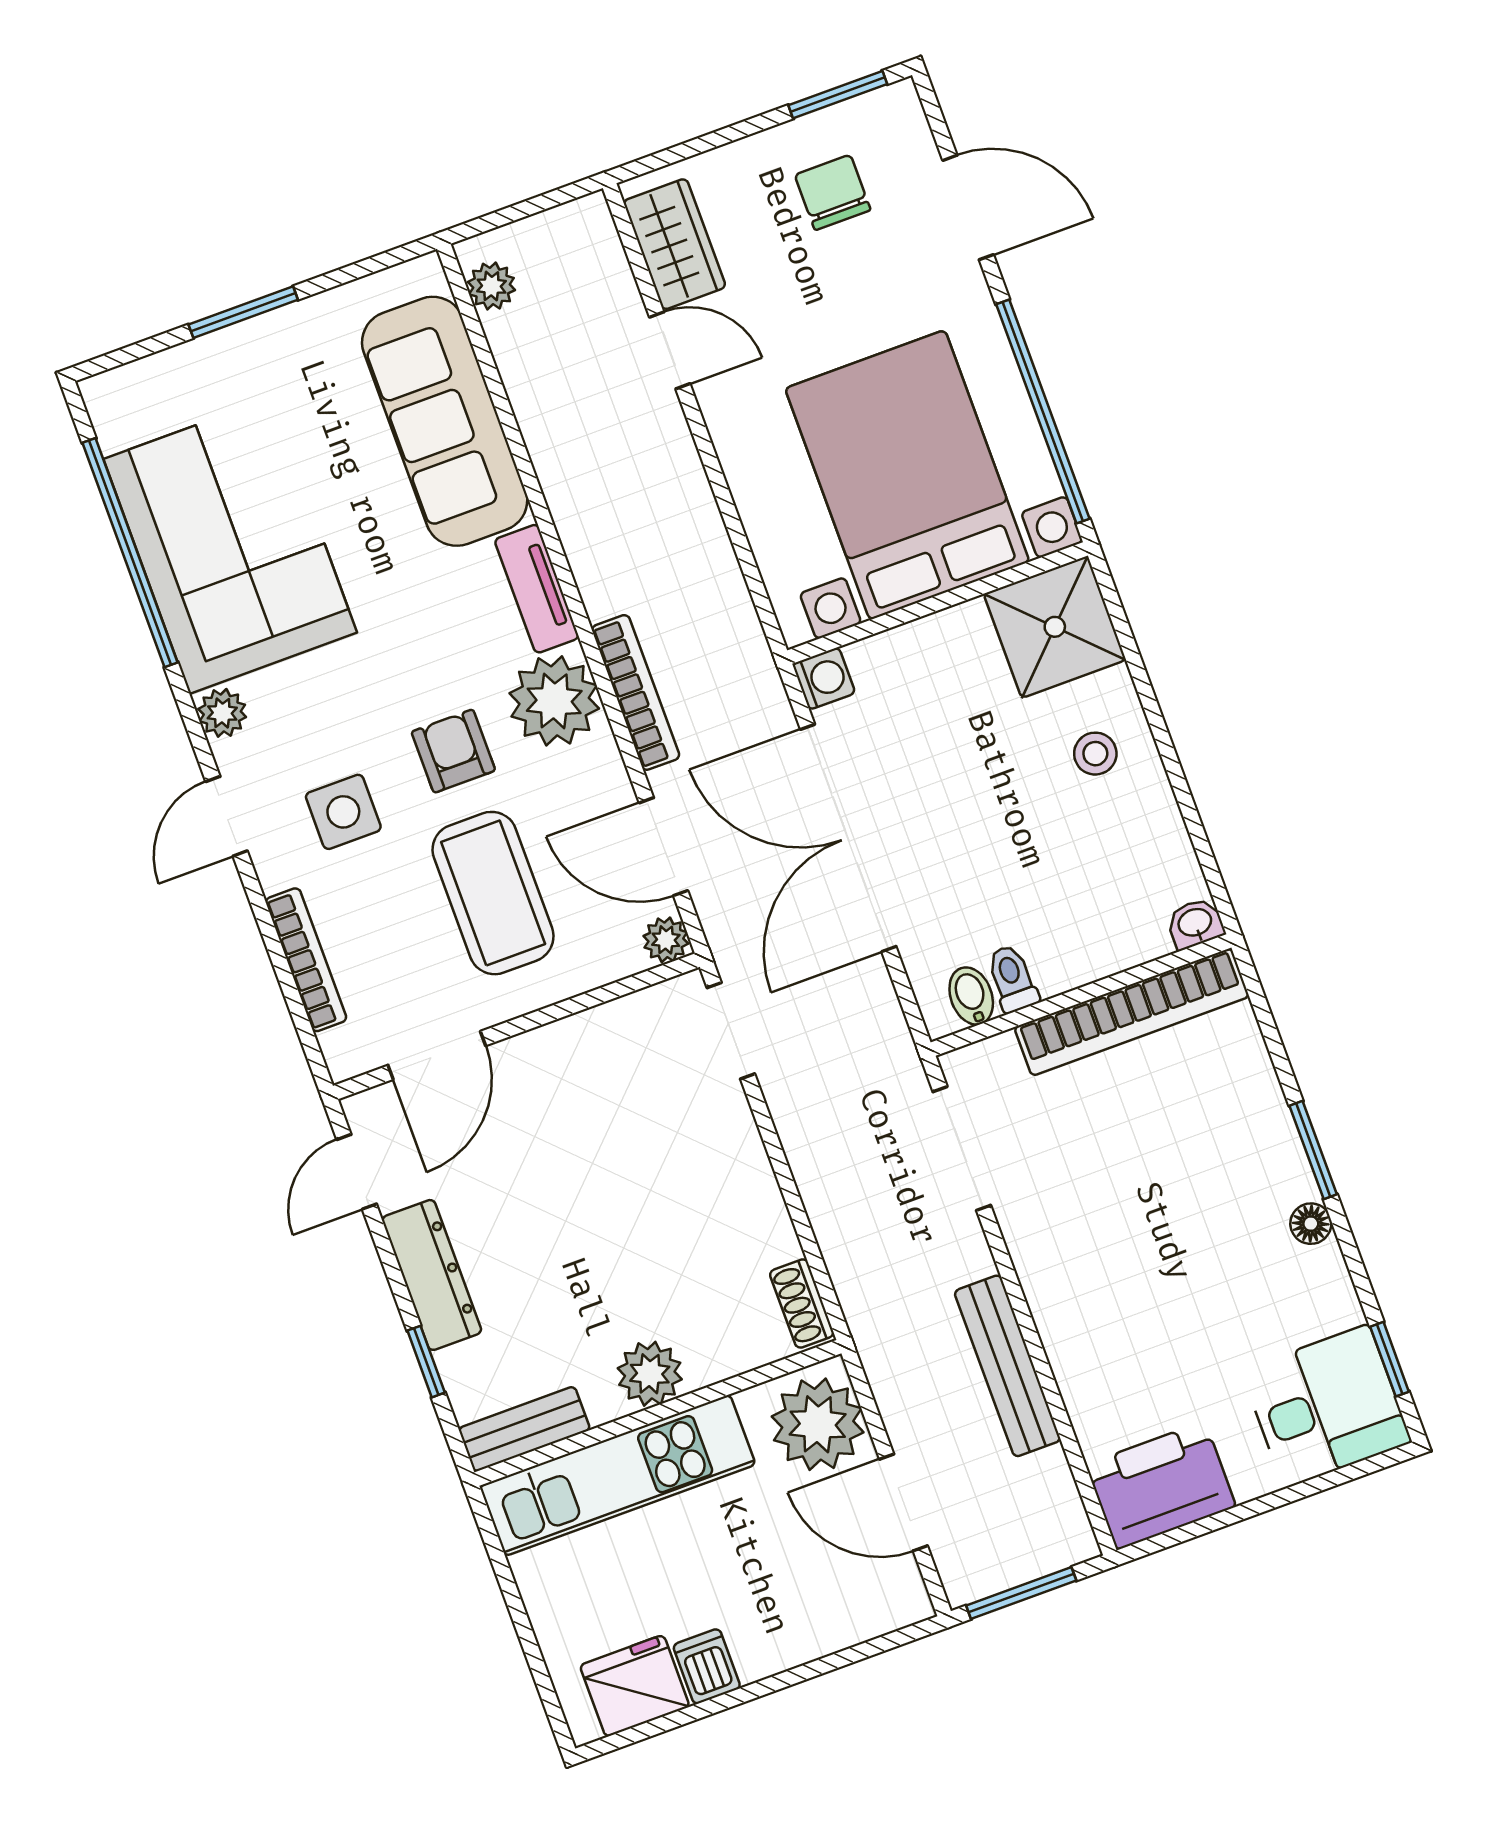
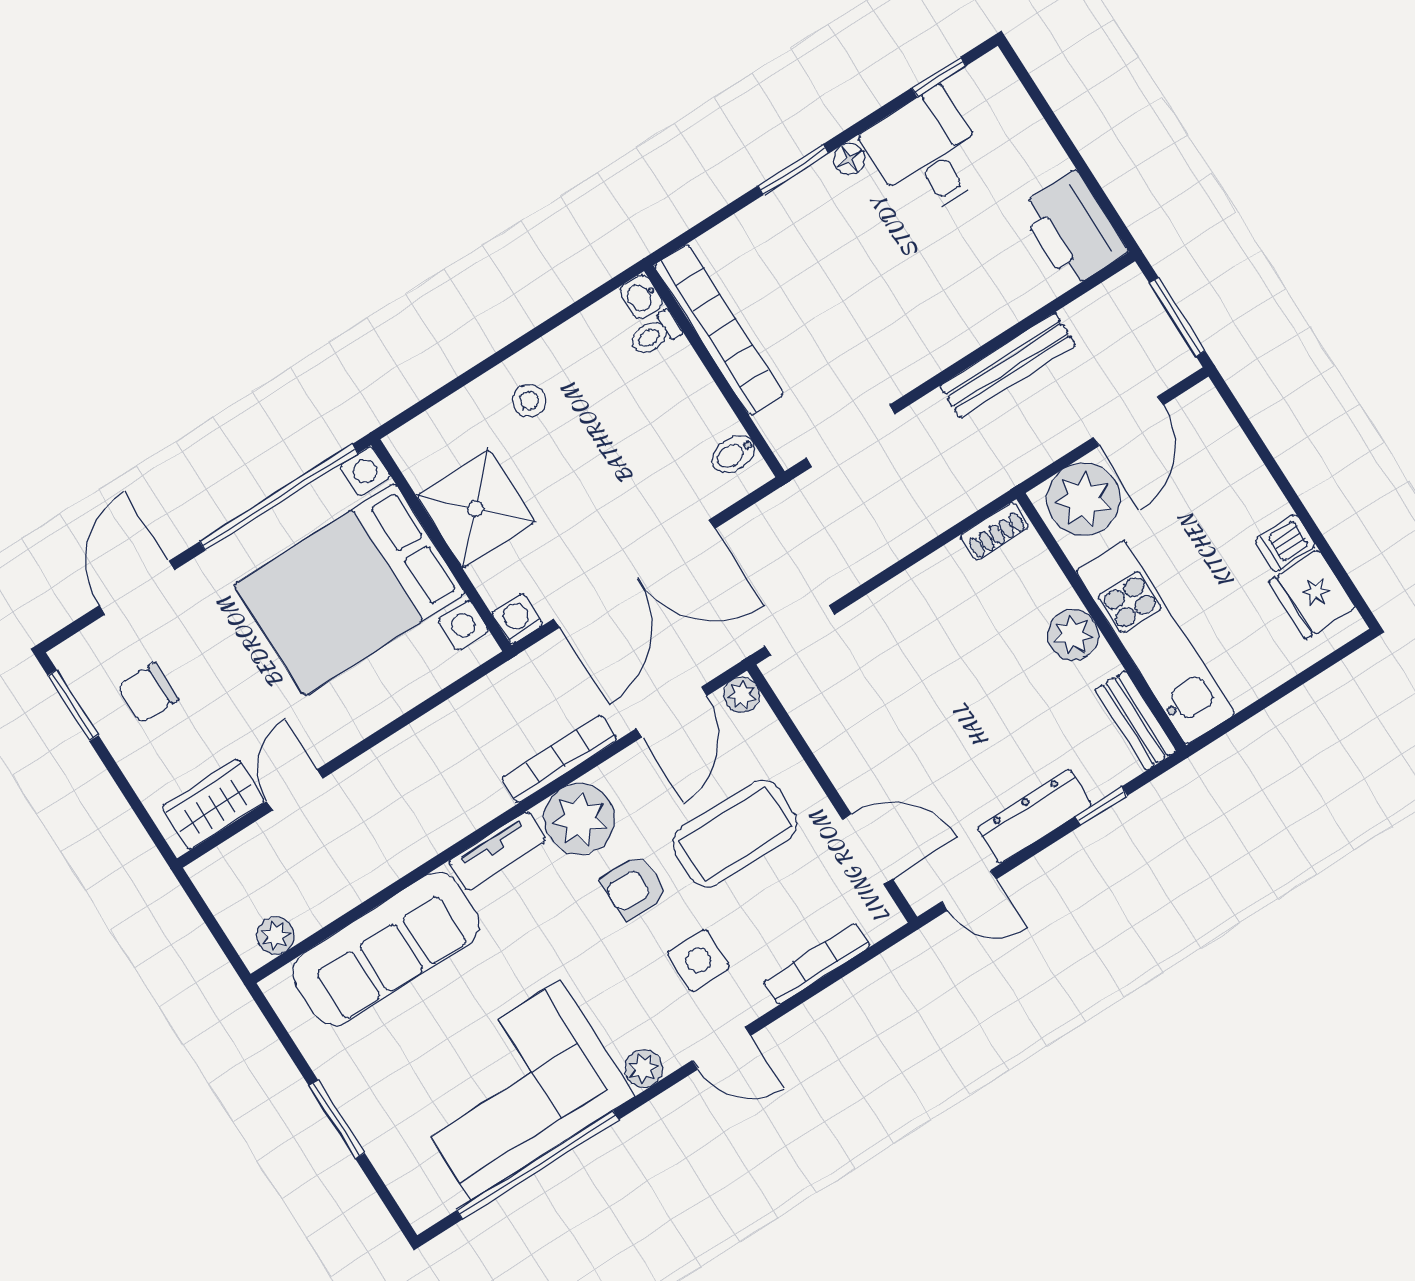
shower: (1055, 627) -> (476, 509), moved
toilet: (1012, 979) -> (655, 334), moved
desk: (1326, 1406) -> (927, 154), moved

